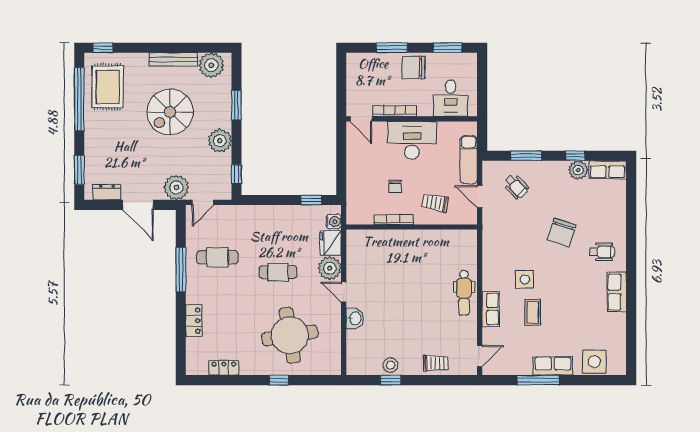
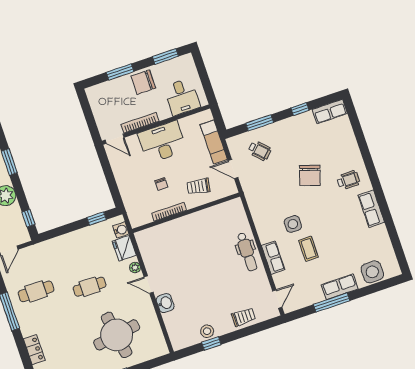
plant: (578, 170) -> (306, 120), removed
plant: (330, 268) -> (135, 268), width x0.53, depth x0.53

